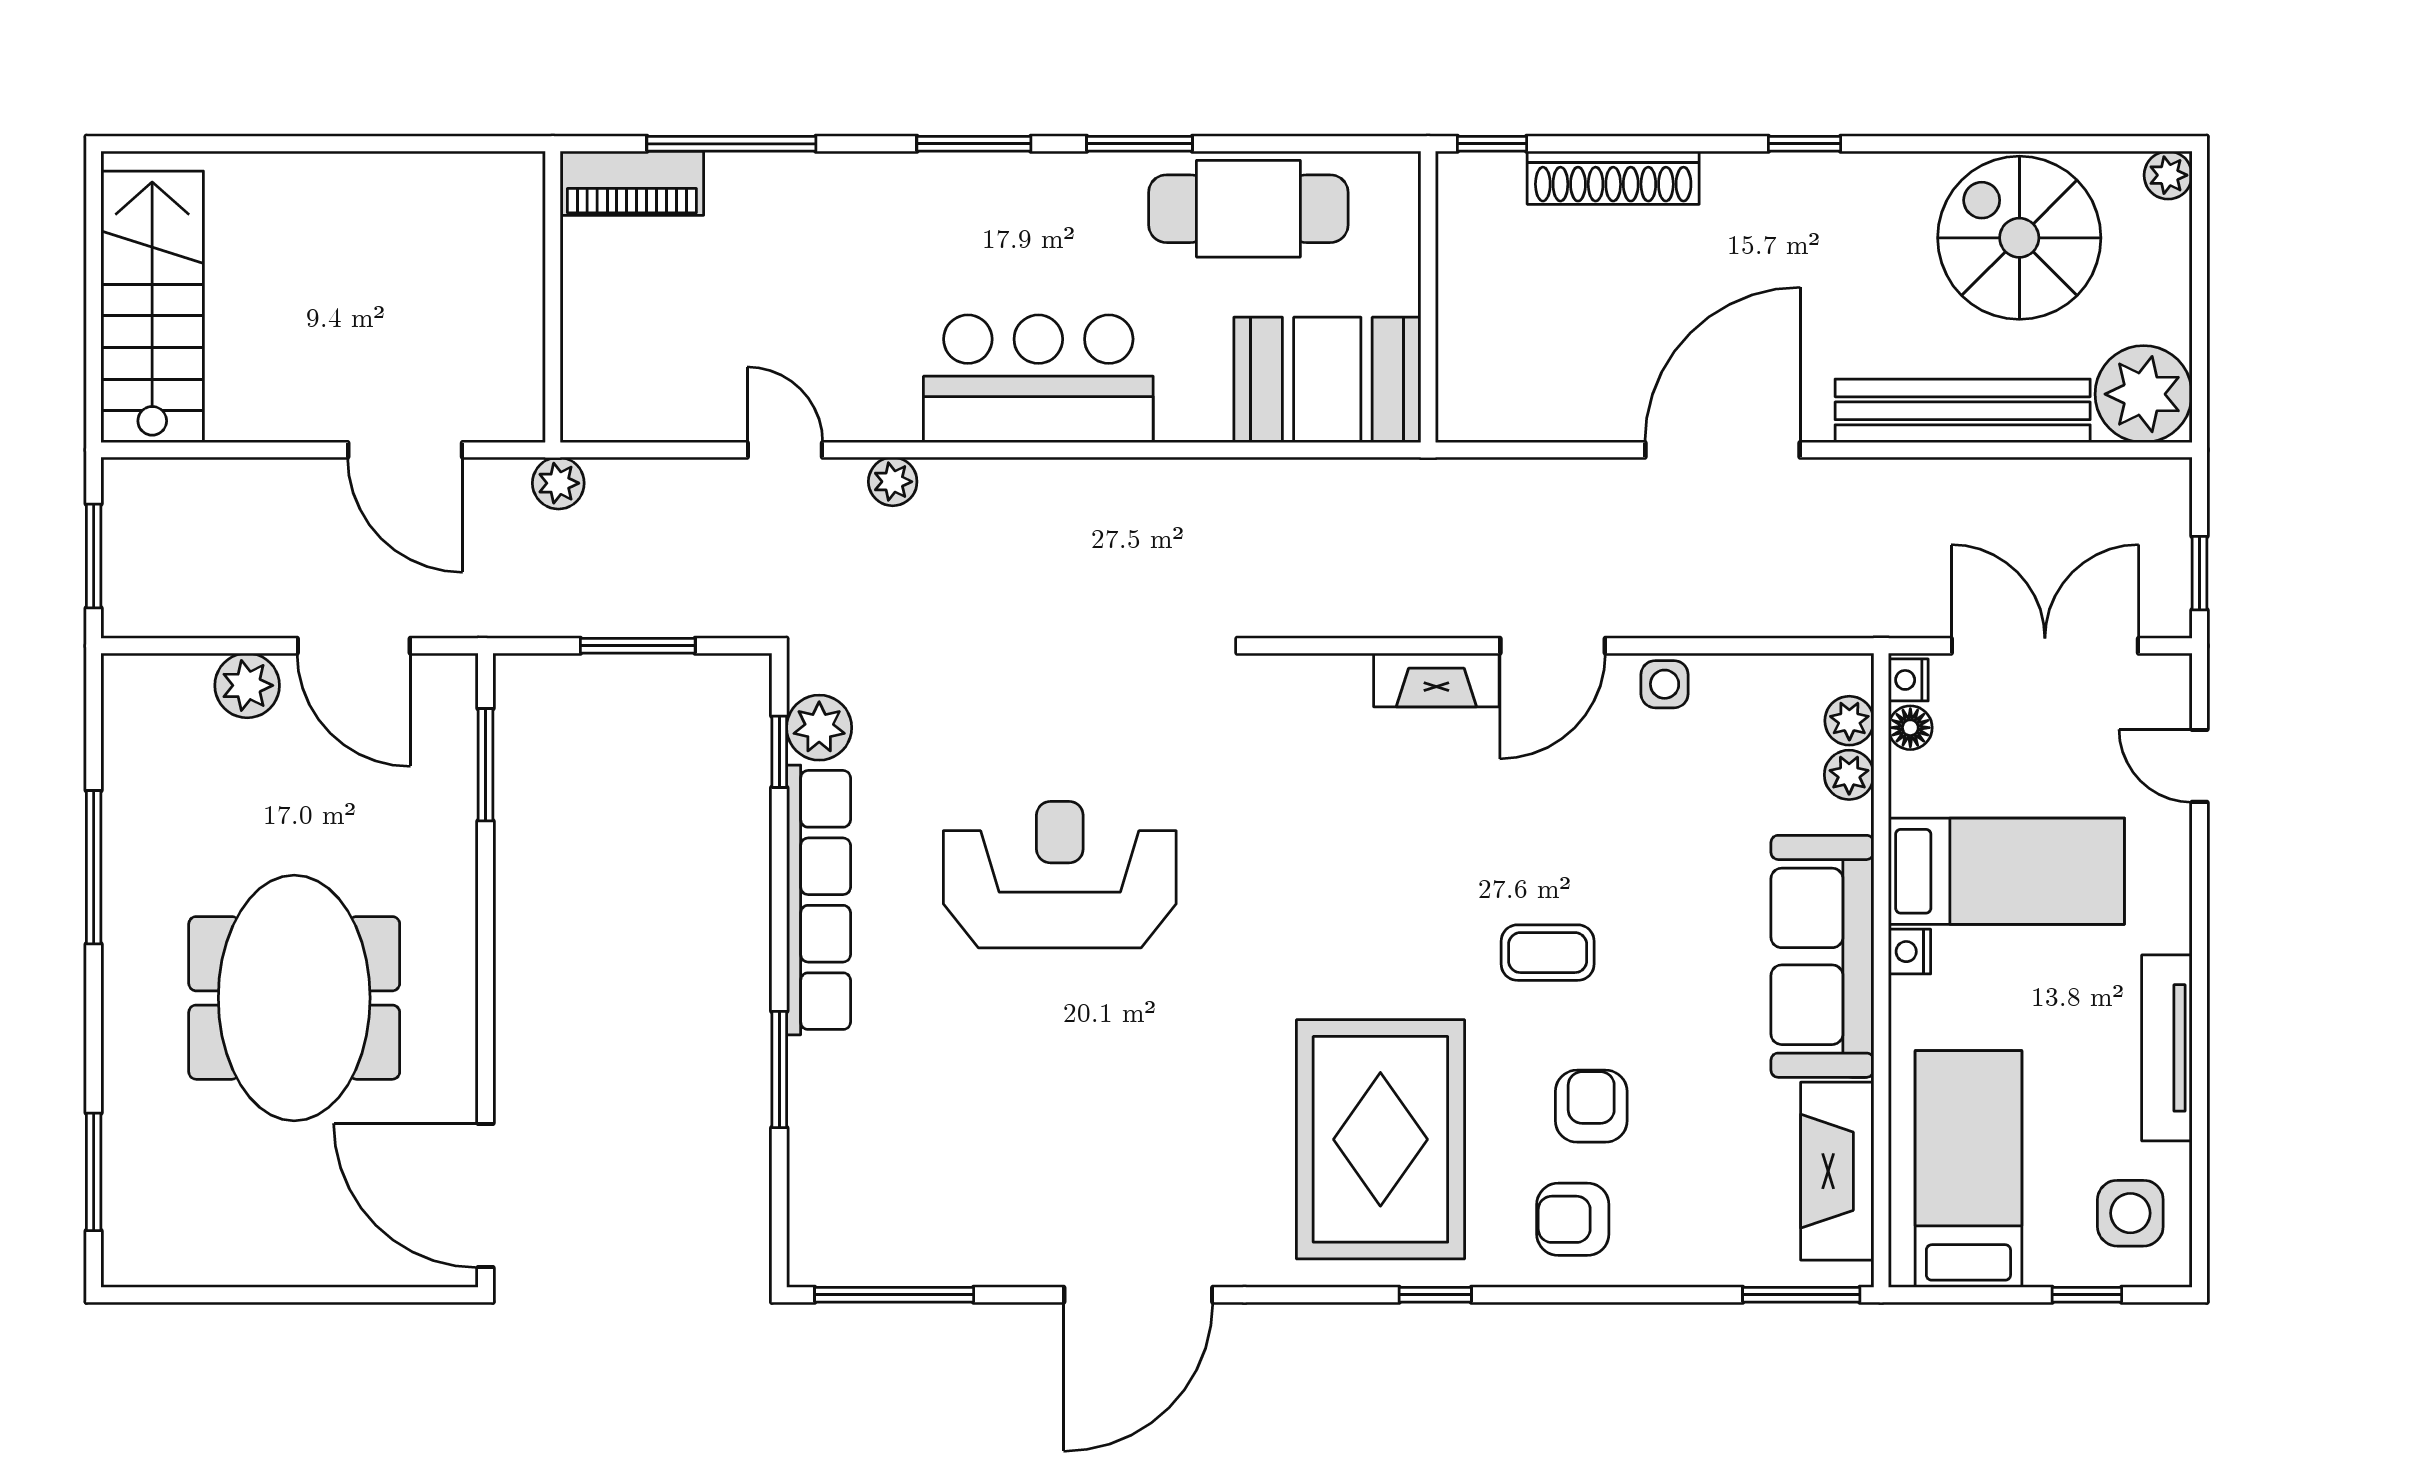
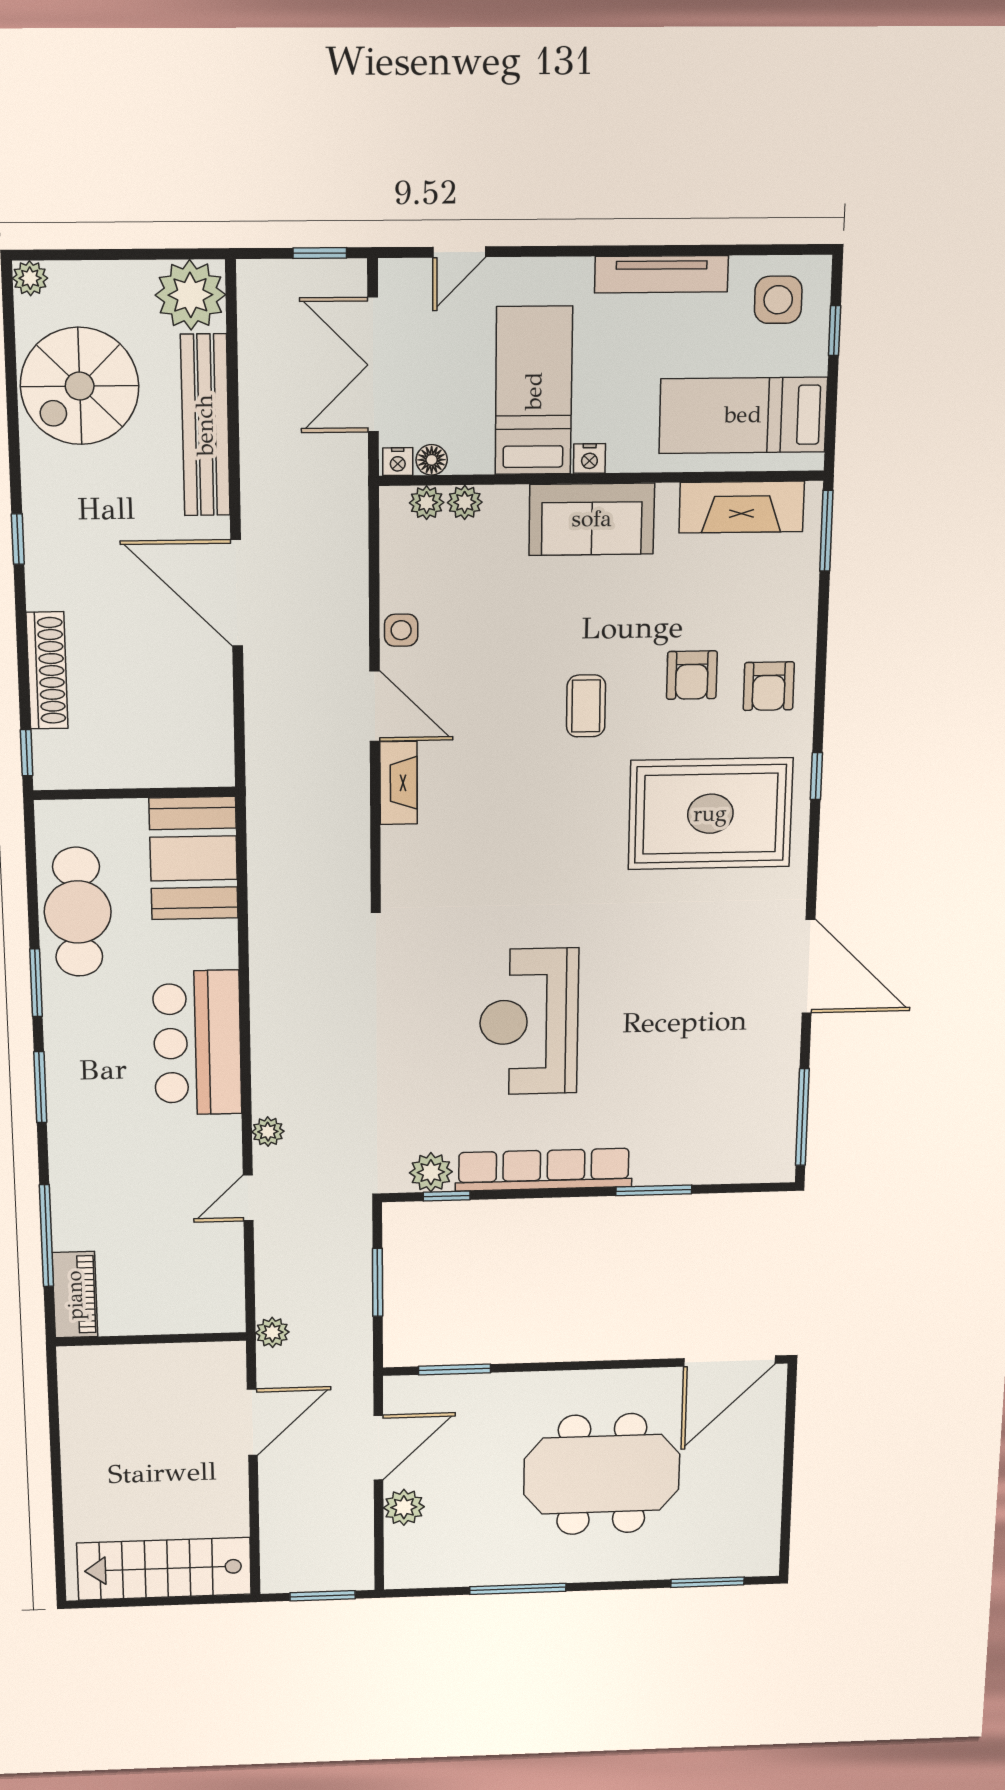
sofa: (1822, 956) -> (592, 519), width x0.73
armchair: (1591, 1106) -> (692, 675), turned -90

